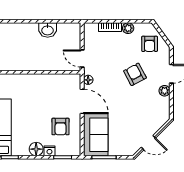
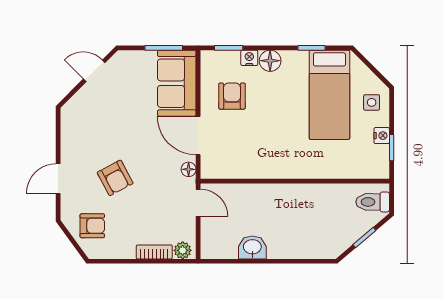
plant: (128, 28) -> (183, 250), moved
armchair: (150, 44) -> (92, 226), turned 90
plant: (165, 91) -> (69, 152), removed

